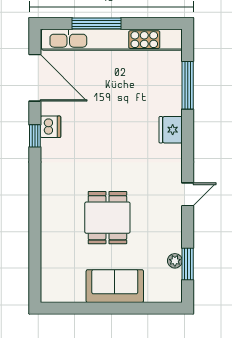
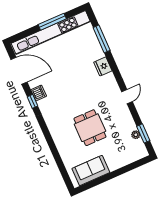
window: (97, 23) -> (52, 22), moved
sofa: (115, 286) -> (91, 170), moved

